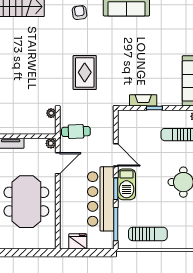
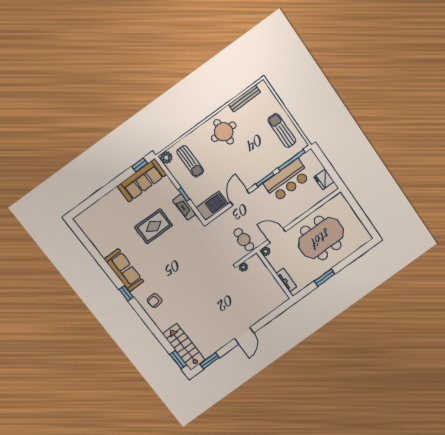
rug: (85, 72) -> (154, 226), moved
barbecue: (127, 184) -> (212, 206), moved
bar counter: (101, 199) -> (287, 180), width x0.73

